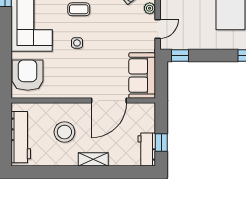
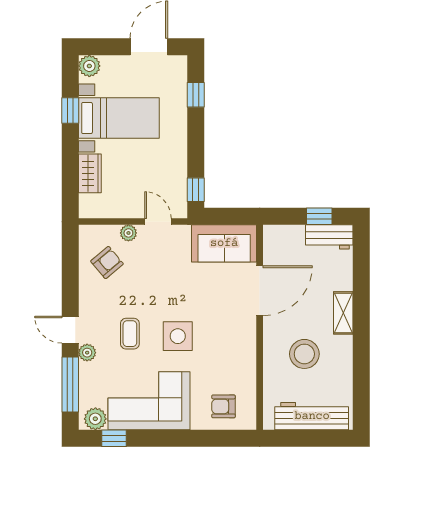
side table: (77, 43) -> (178, 336), width x1.87, depth x1.87
armchair: (28, 75) -> (224, 406), width x0.53, depth x0.53
door: (109, 101) -> (260, 291), hinge flipped

